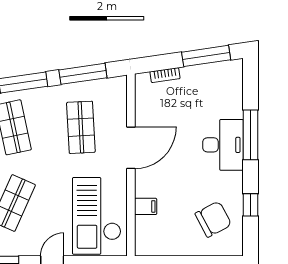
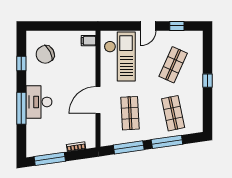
filing cabinet: (146, 206) -> (89, 41), moved

